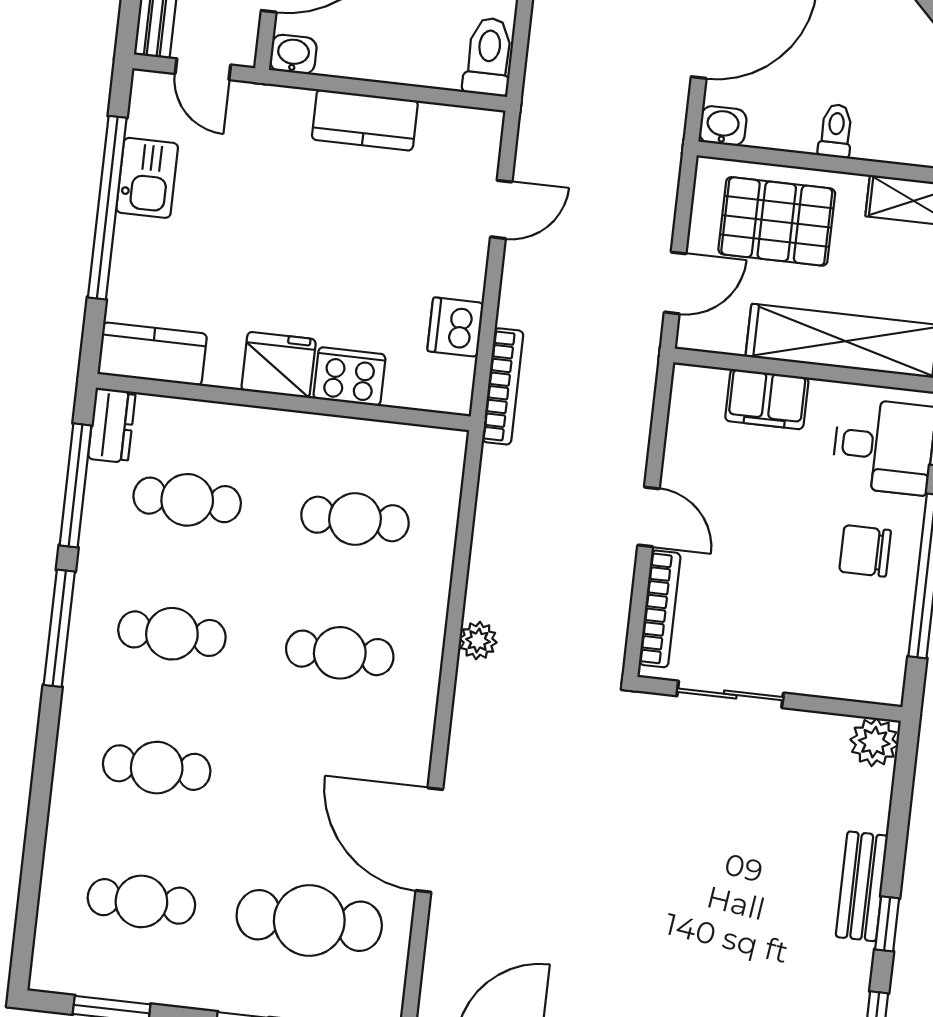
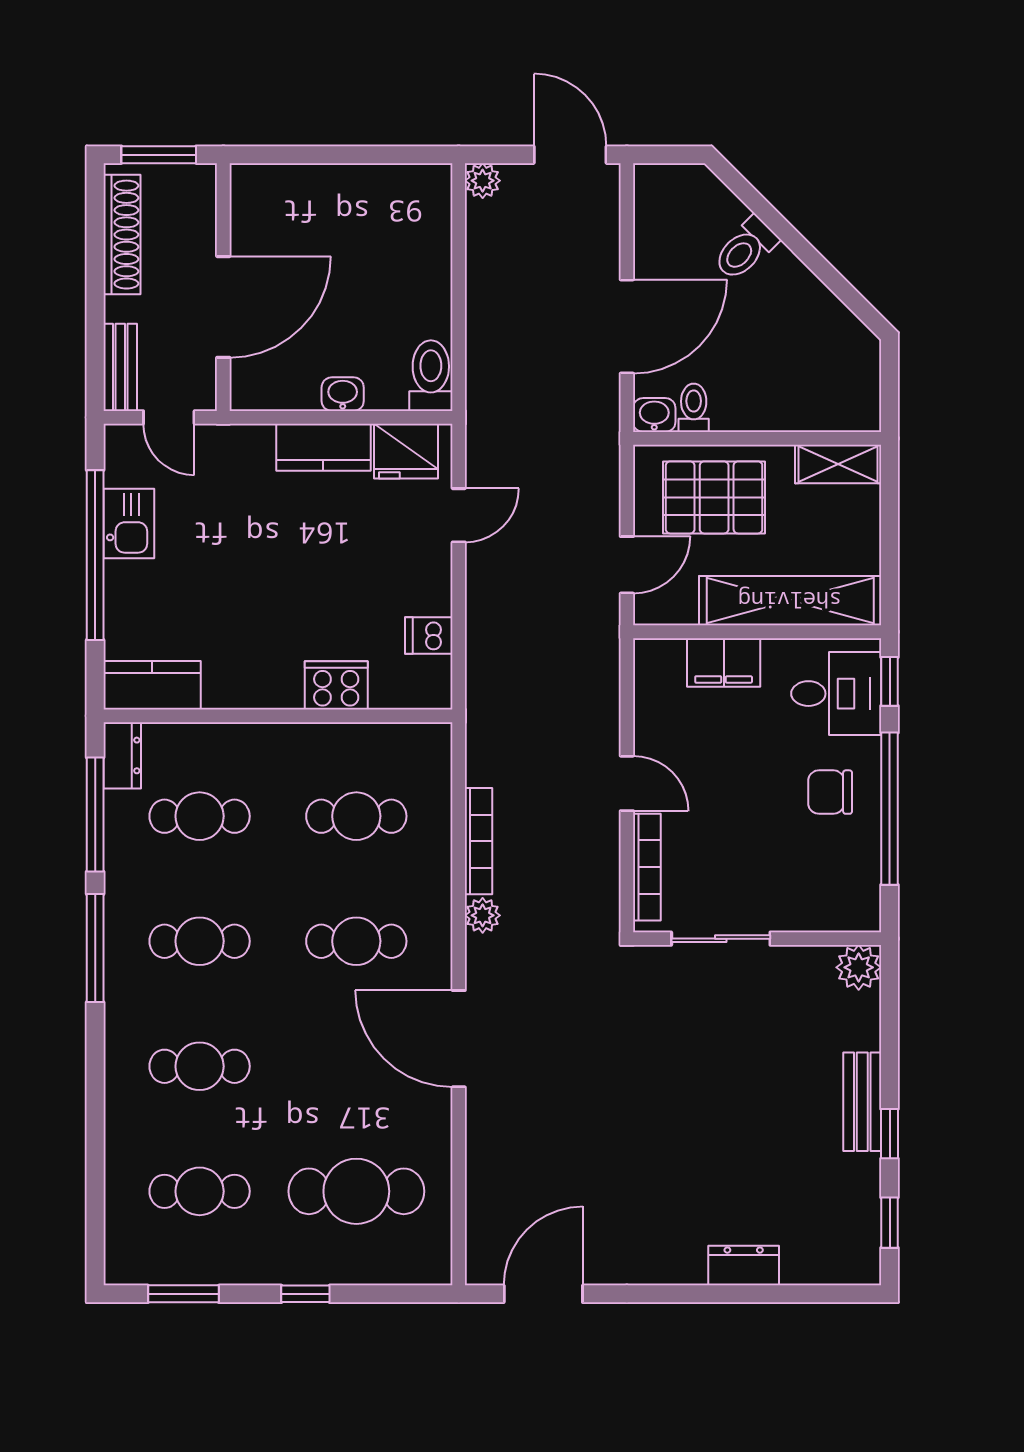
washbasin: (293, 54) -> (343, 394), moved
toilet: (836, 131) -> (694, 408), moved
dishwasher: (455, 327) -> (429, 636), width x0.73
fridge: (279, 365) -> (406, 451), moved, turned 180
bookcase: (503, 386) -> (479, 841), moved
door: (429, 840) -> (459, 1039), moved

